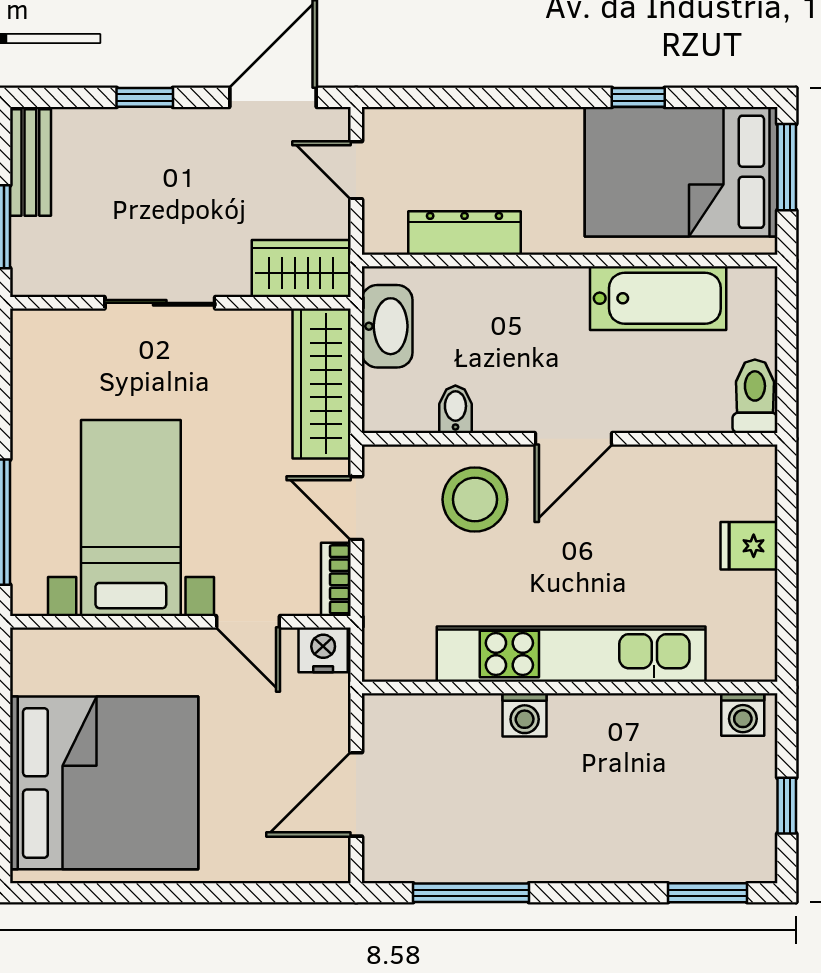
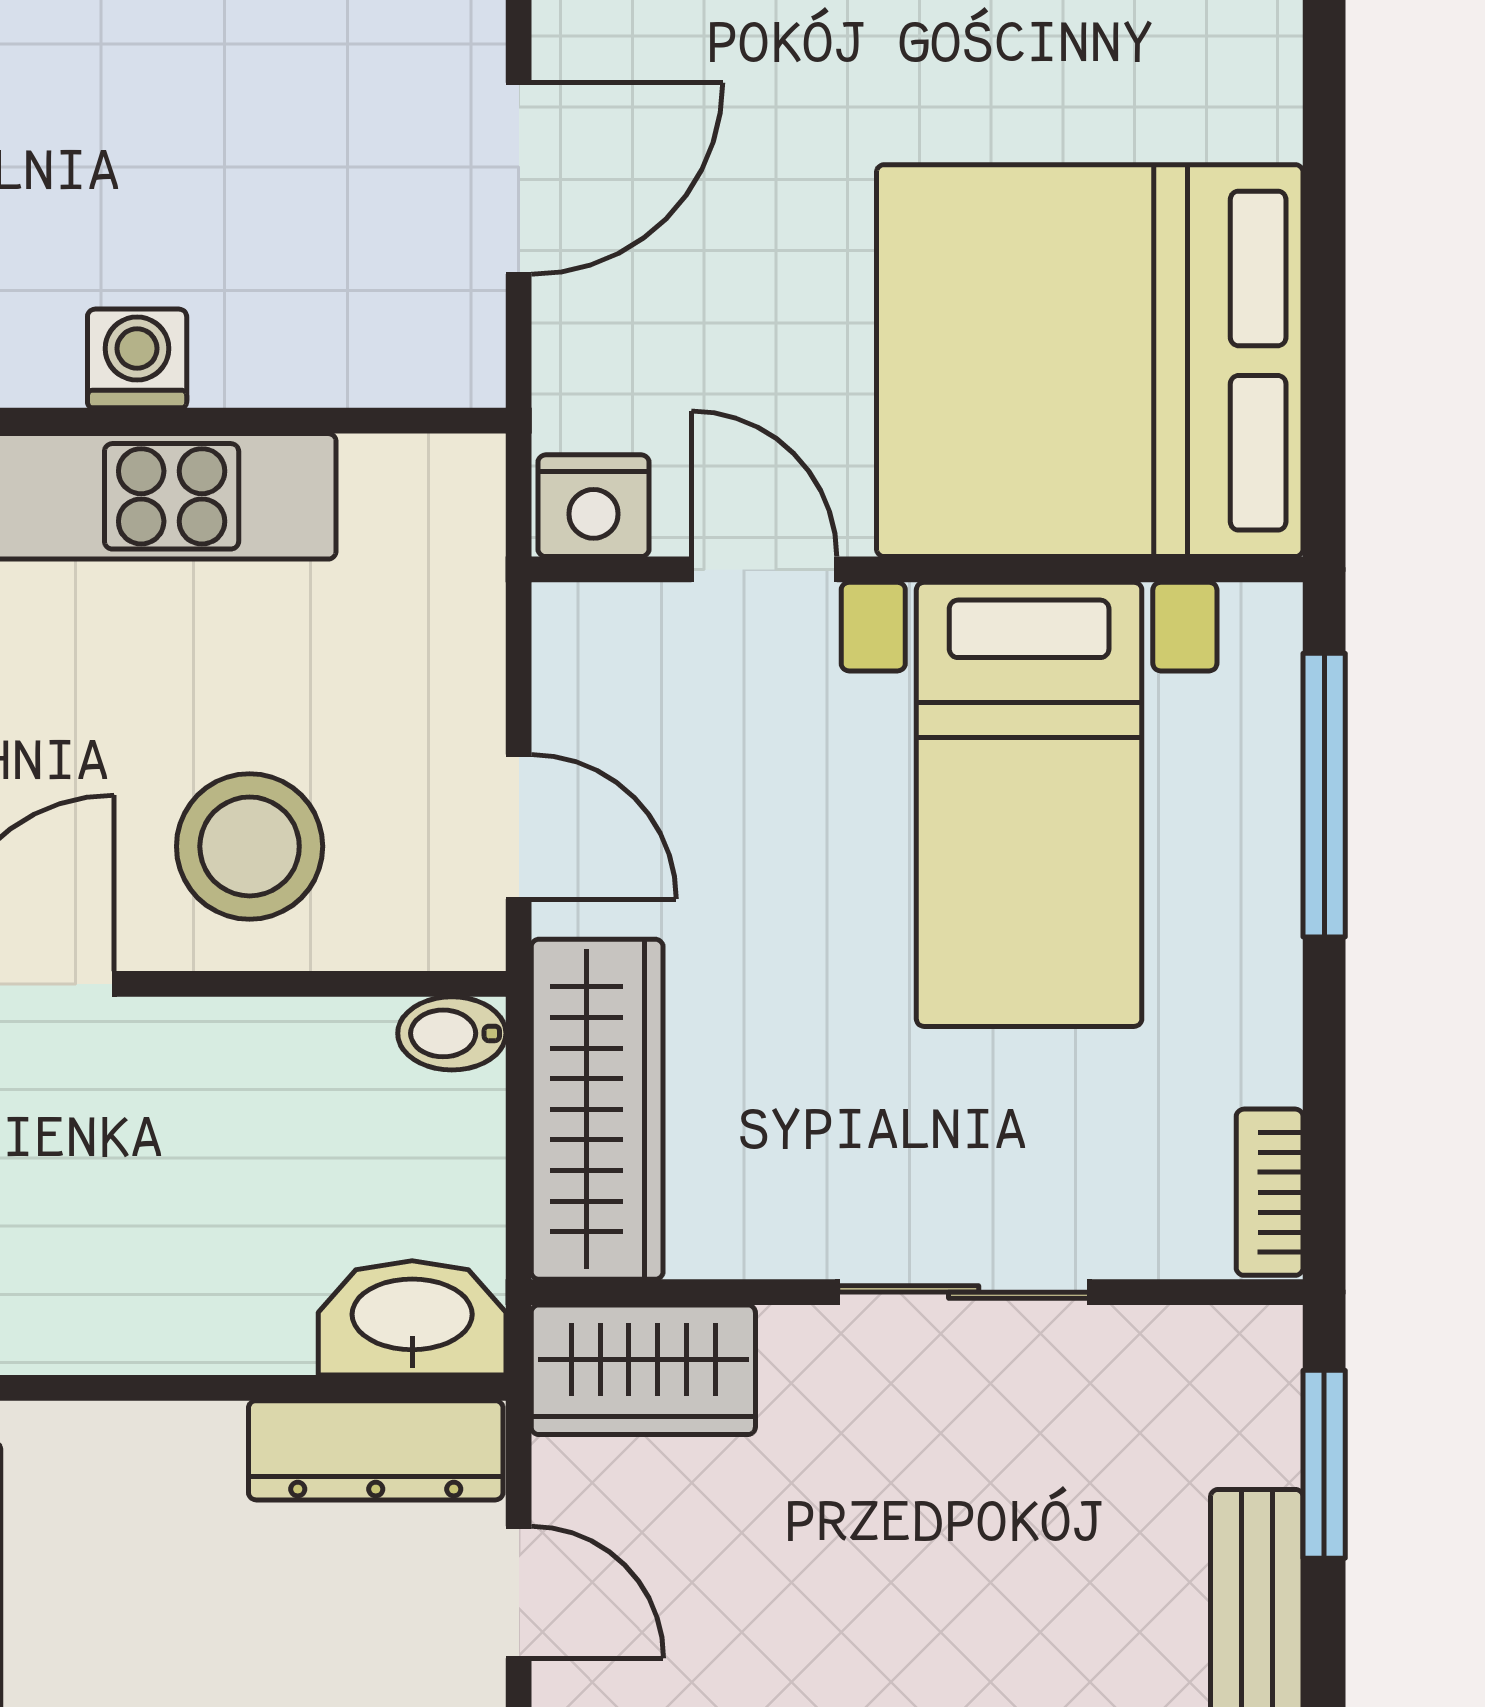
dresser: (465, 233) -> (376, 1450), moved
washbasin: (387, 326) -> (412, 1318), moved, turned 90
bidet: (455, 409) -> (452, 1033), moved, turned 90
bookcase: (336, 579) -> (1270, 1192), moved, turned 180
bed: (104, 783) -> (1090, 361), moved

